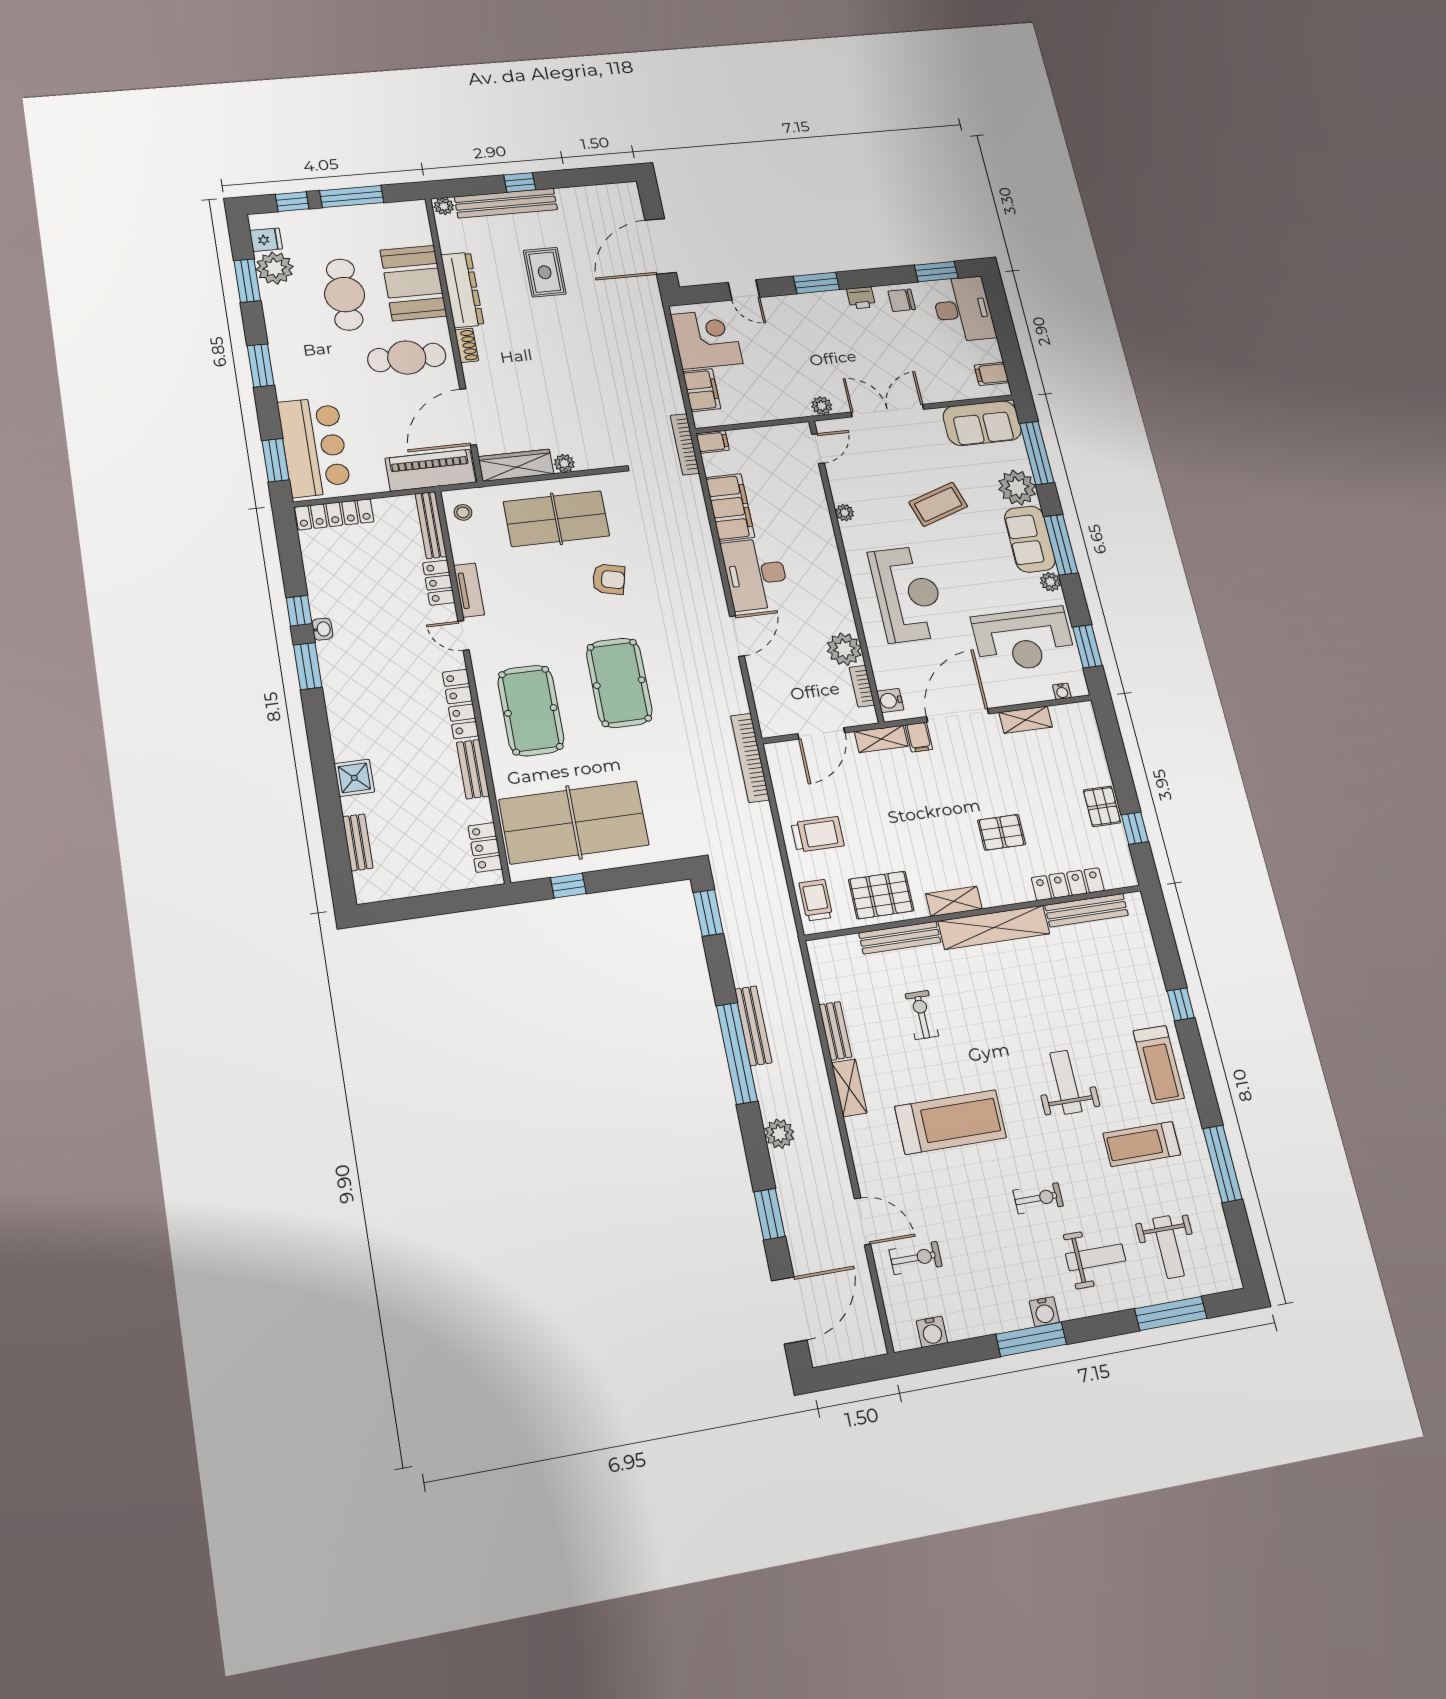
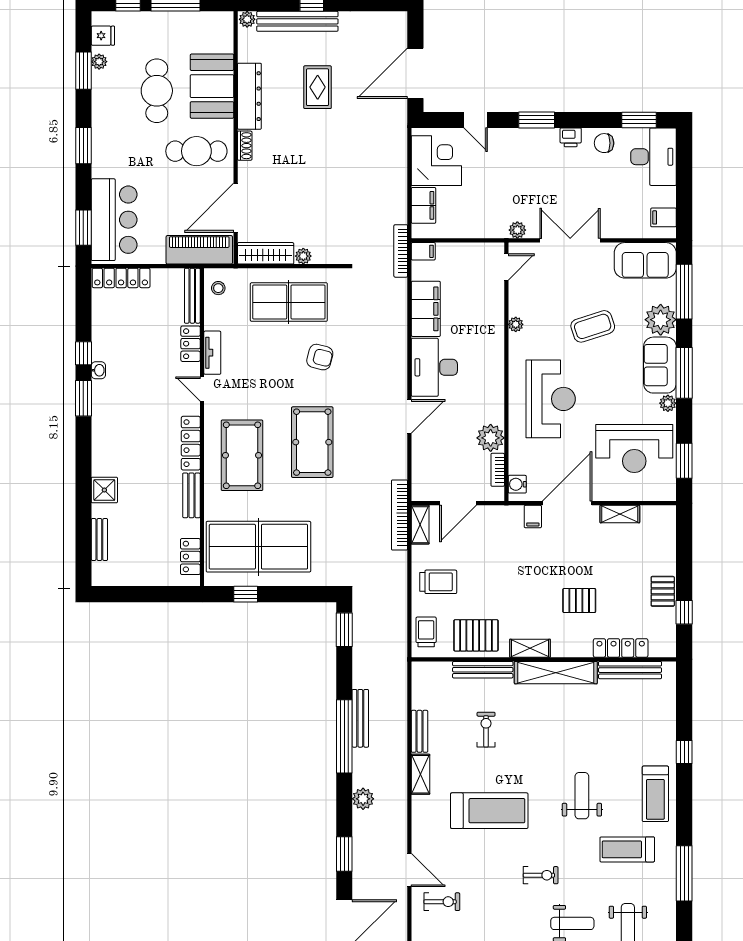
plant: (275, 268) -> (99, 62), width x0.53, depth x0.53
water cooler: (1062, 691) -> (654, 495), removed
shelving: (881, 739) -> (420, 525), moved, turned 90

